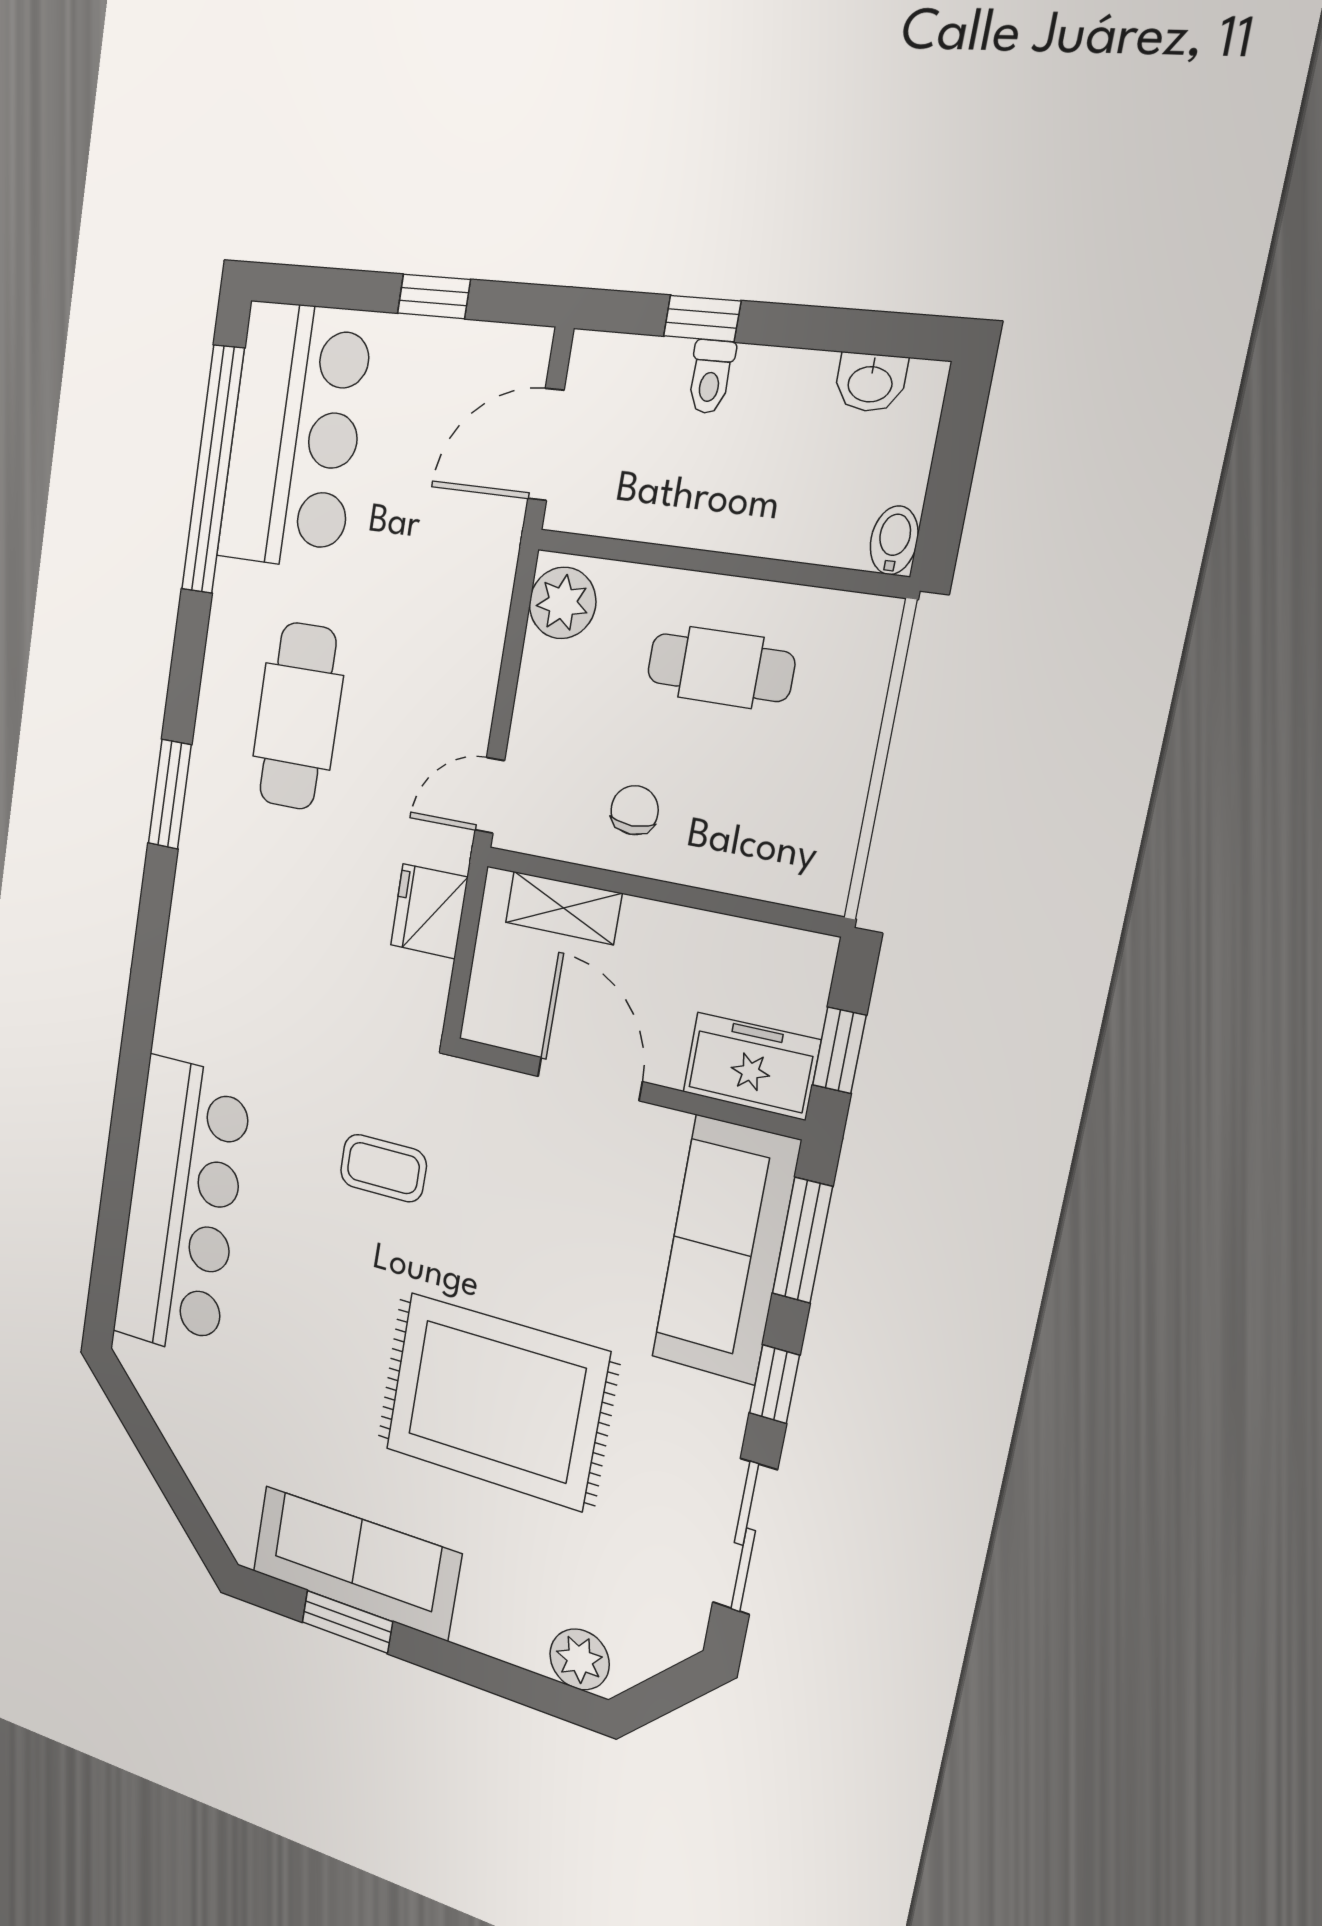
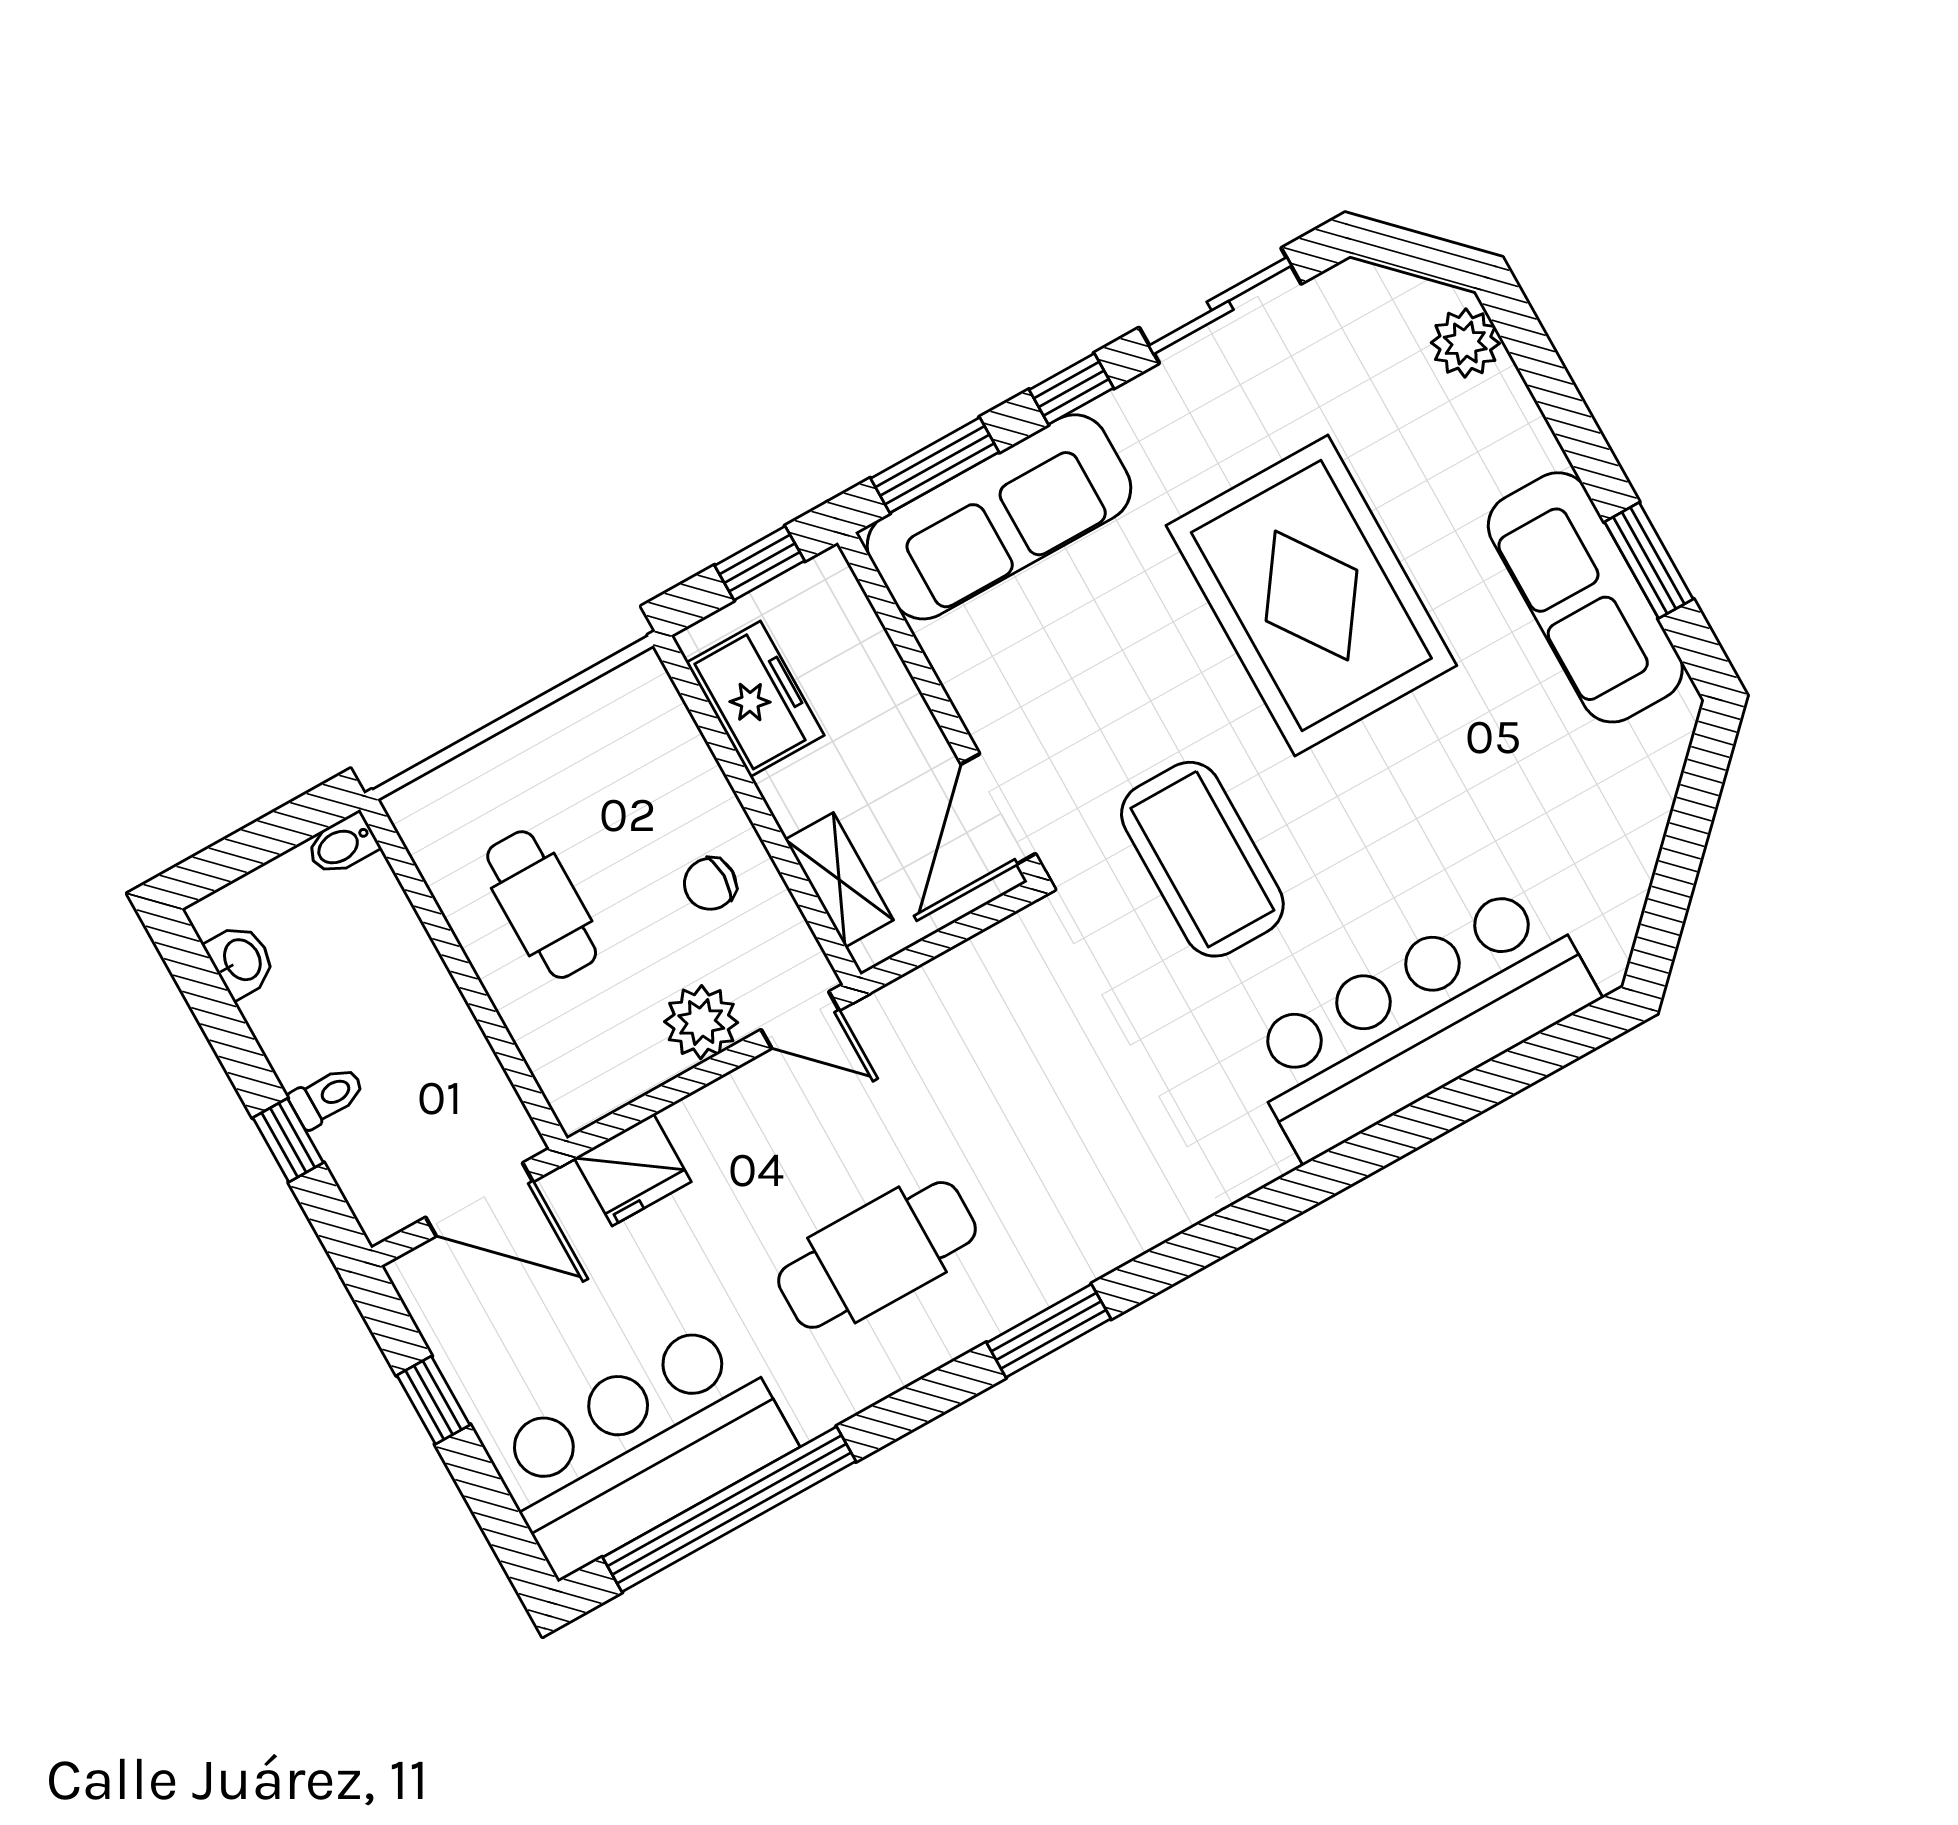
plant: (562, 603) -> (701, 1022), moved
fridge: (429, 911) -> (633, 1170), moved
freezer: (751, 1066) -> (755, 699), moved, turned 180
door: (590, 1079) -> (998, 809), moved
coffee table: (383, 1168) -> (1202, 859), width x1.86, depth x1.72

